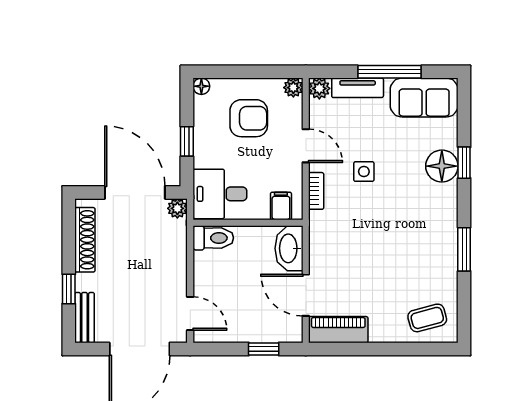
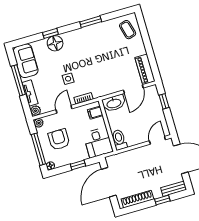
window: (241, 72) -> (38, 149), added
plant: (177, 208) -> (110, 160), removed

